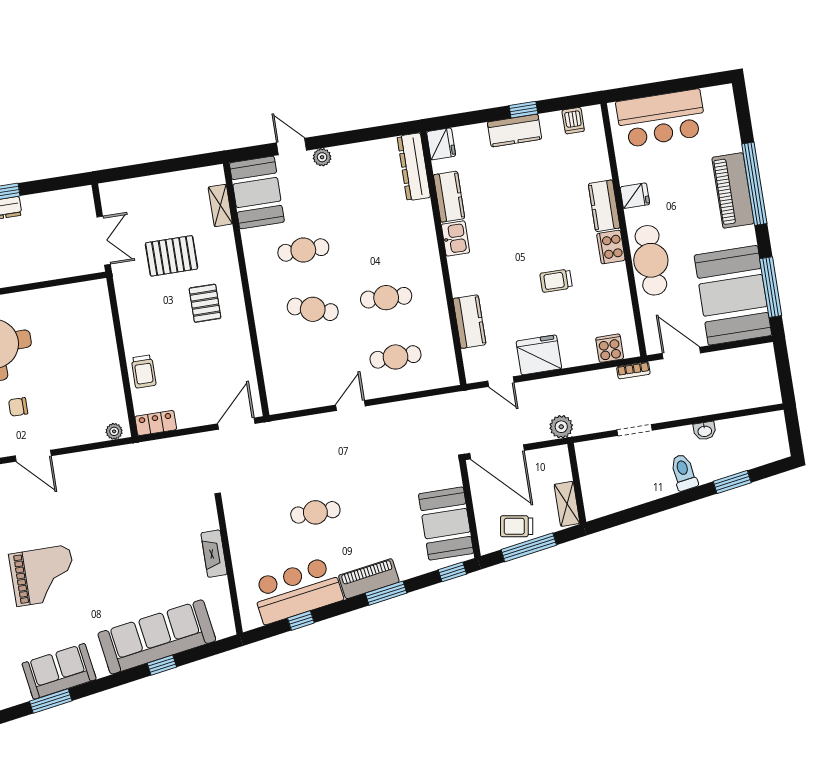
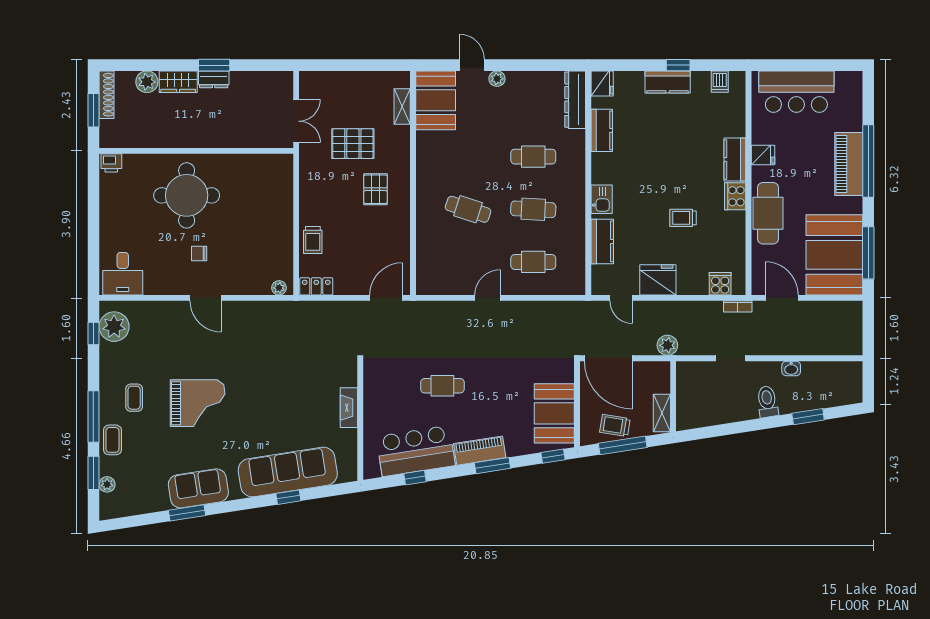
kitchen sink: (456, 238) -> (602, 199), moved
cafe table: (303, 250) -> (533, 157), moved

